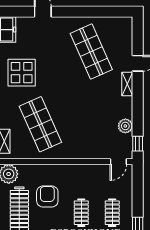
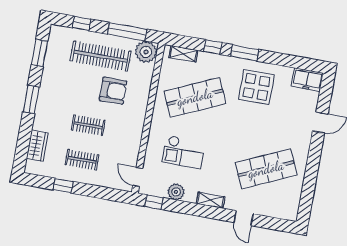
shelving: (127, 84) -> (211, 200), moved
checkout: (90, 126) -> (184, 152), added

